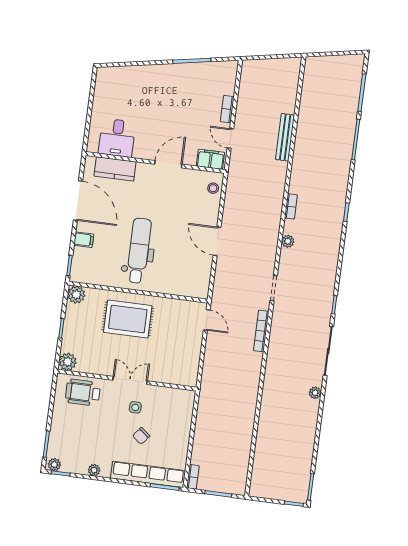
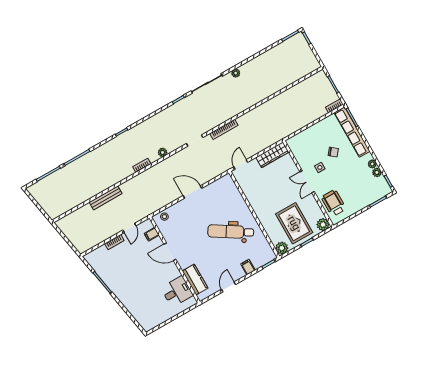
filing cabinet: (210, 159) -> (152, 234), width x0.50
door: (78, 201) -> (229, 287), width x0.53
door: (217, 241) -> (193, 192), swing flipped
dental chair: (139, 251) -> (231, 232), turned 32
rug: (128, 319) -> (294, 223), moved
wardrobe: (191, 364) -> (272, 155), added
wheelchair: (83, 392) -> (334, 203), turned 180
plant: (54, 465) -> (377, 172), moved

